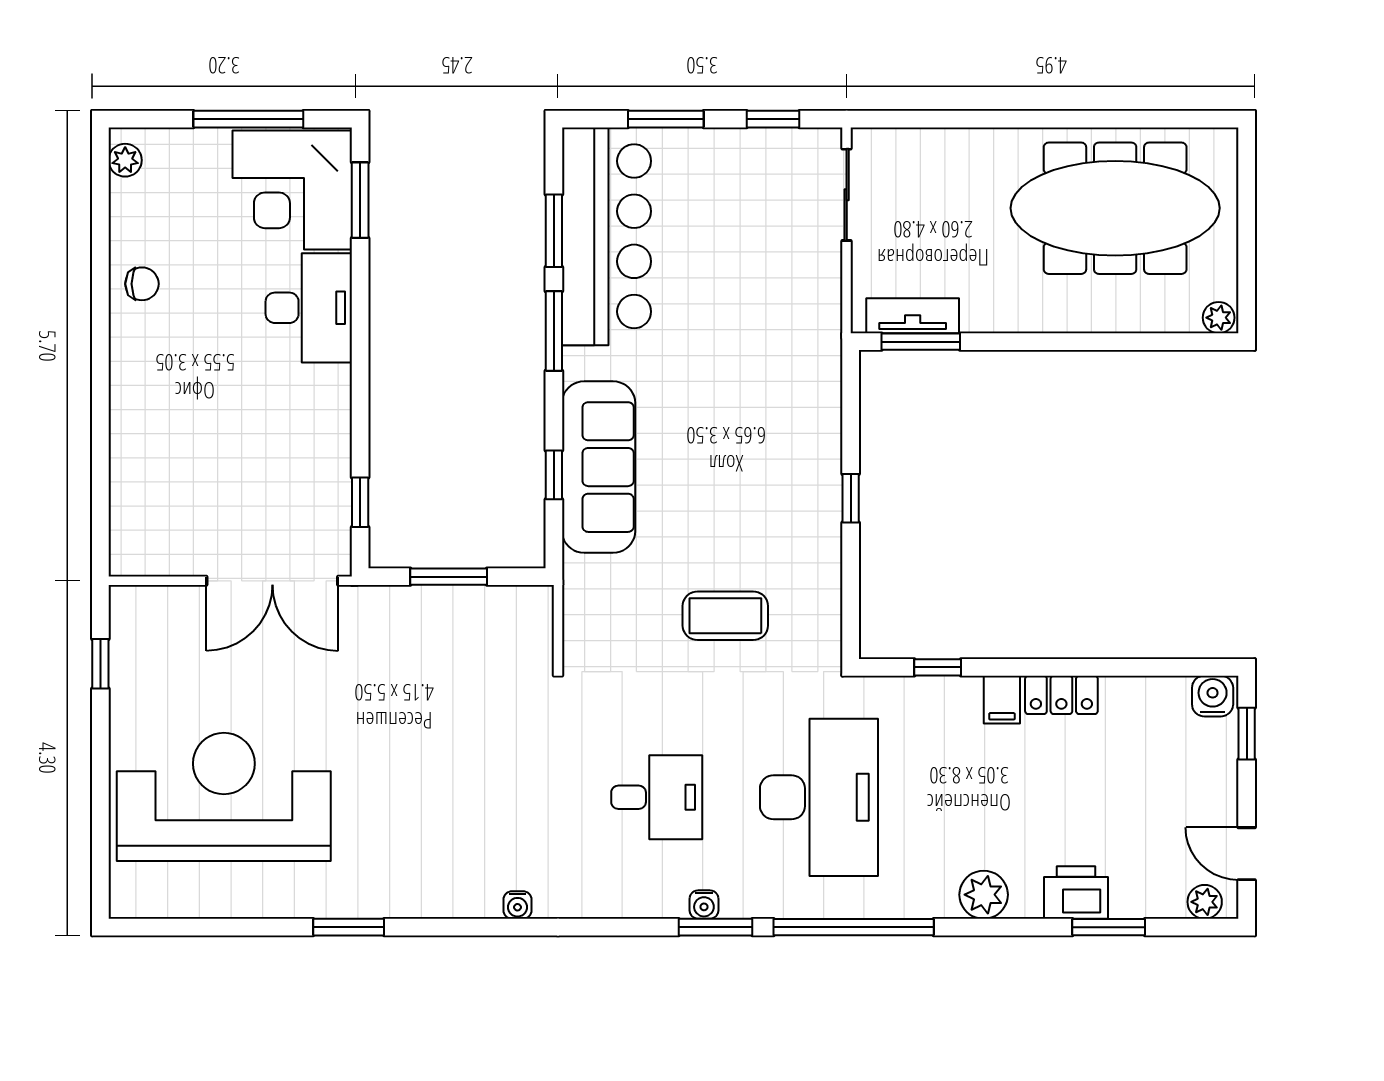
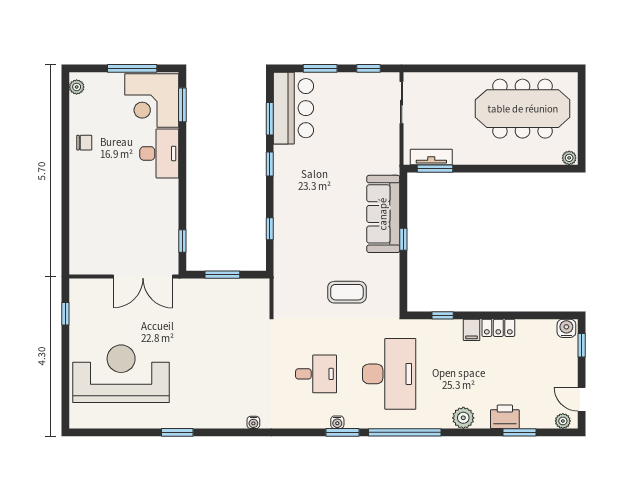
bar counter: (607, 236) -> (293, 108), width x0.73
window: (554, 331) -> (270, 164), width x0.67
sofa: (599, 467) -> (383, 214), moved, turned 180

